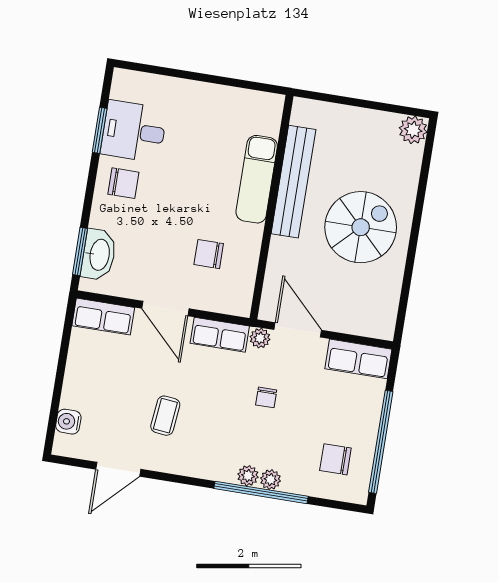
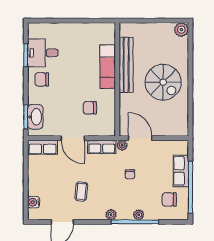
chair: (123, 183) -> (42, 79), turned 180
spiral stairs: (361, 227) -> (163, 82), turned 90
row of seats: (358, 359) -> (181, 171), moved, turned 90
plant: (248, 476) -> (111, 215), moved

